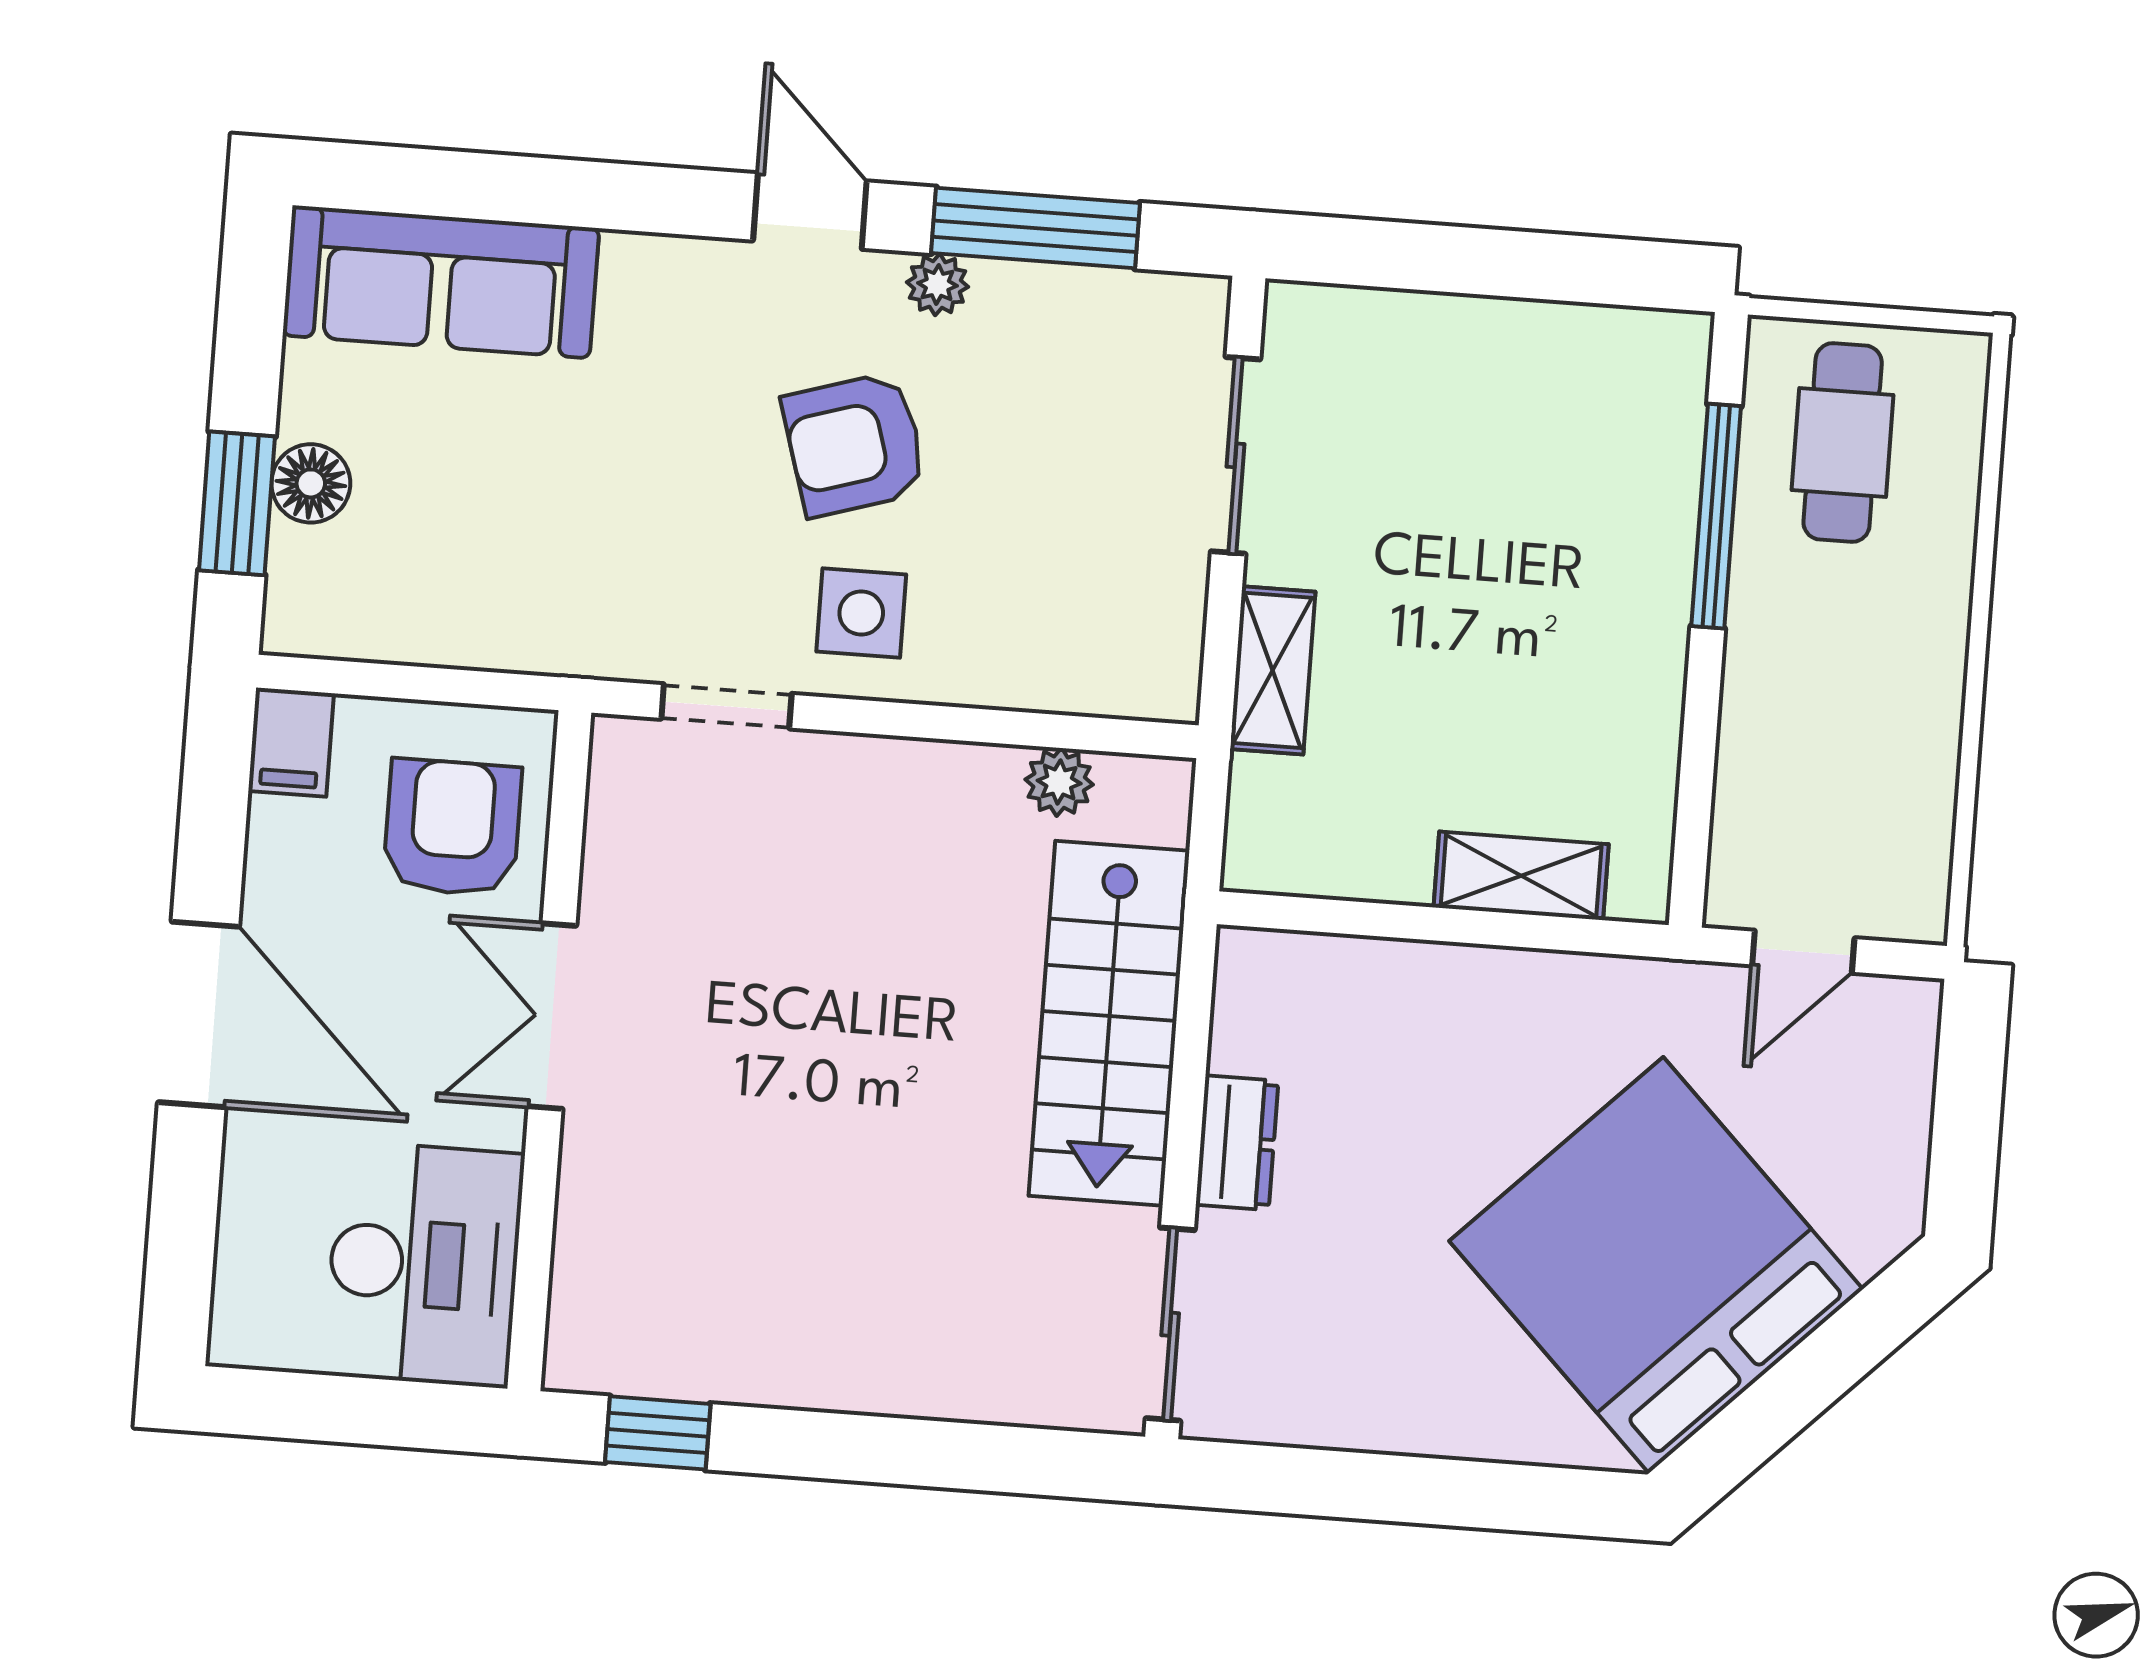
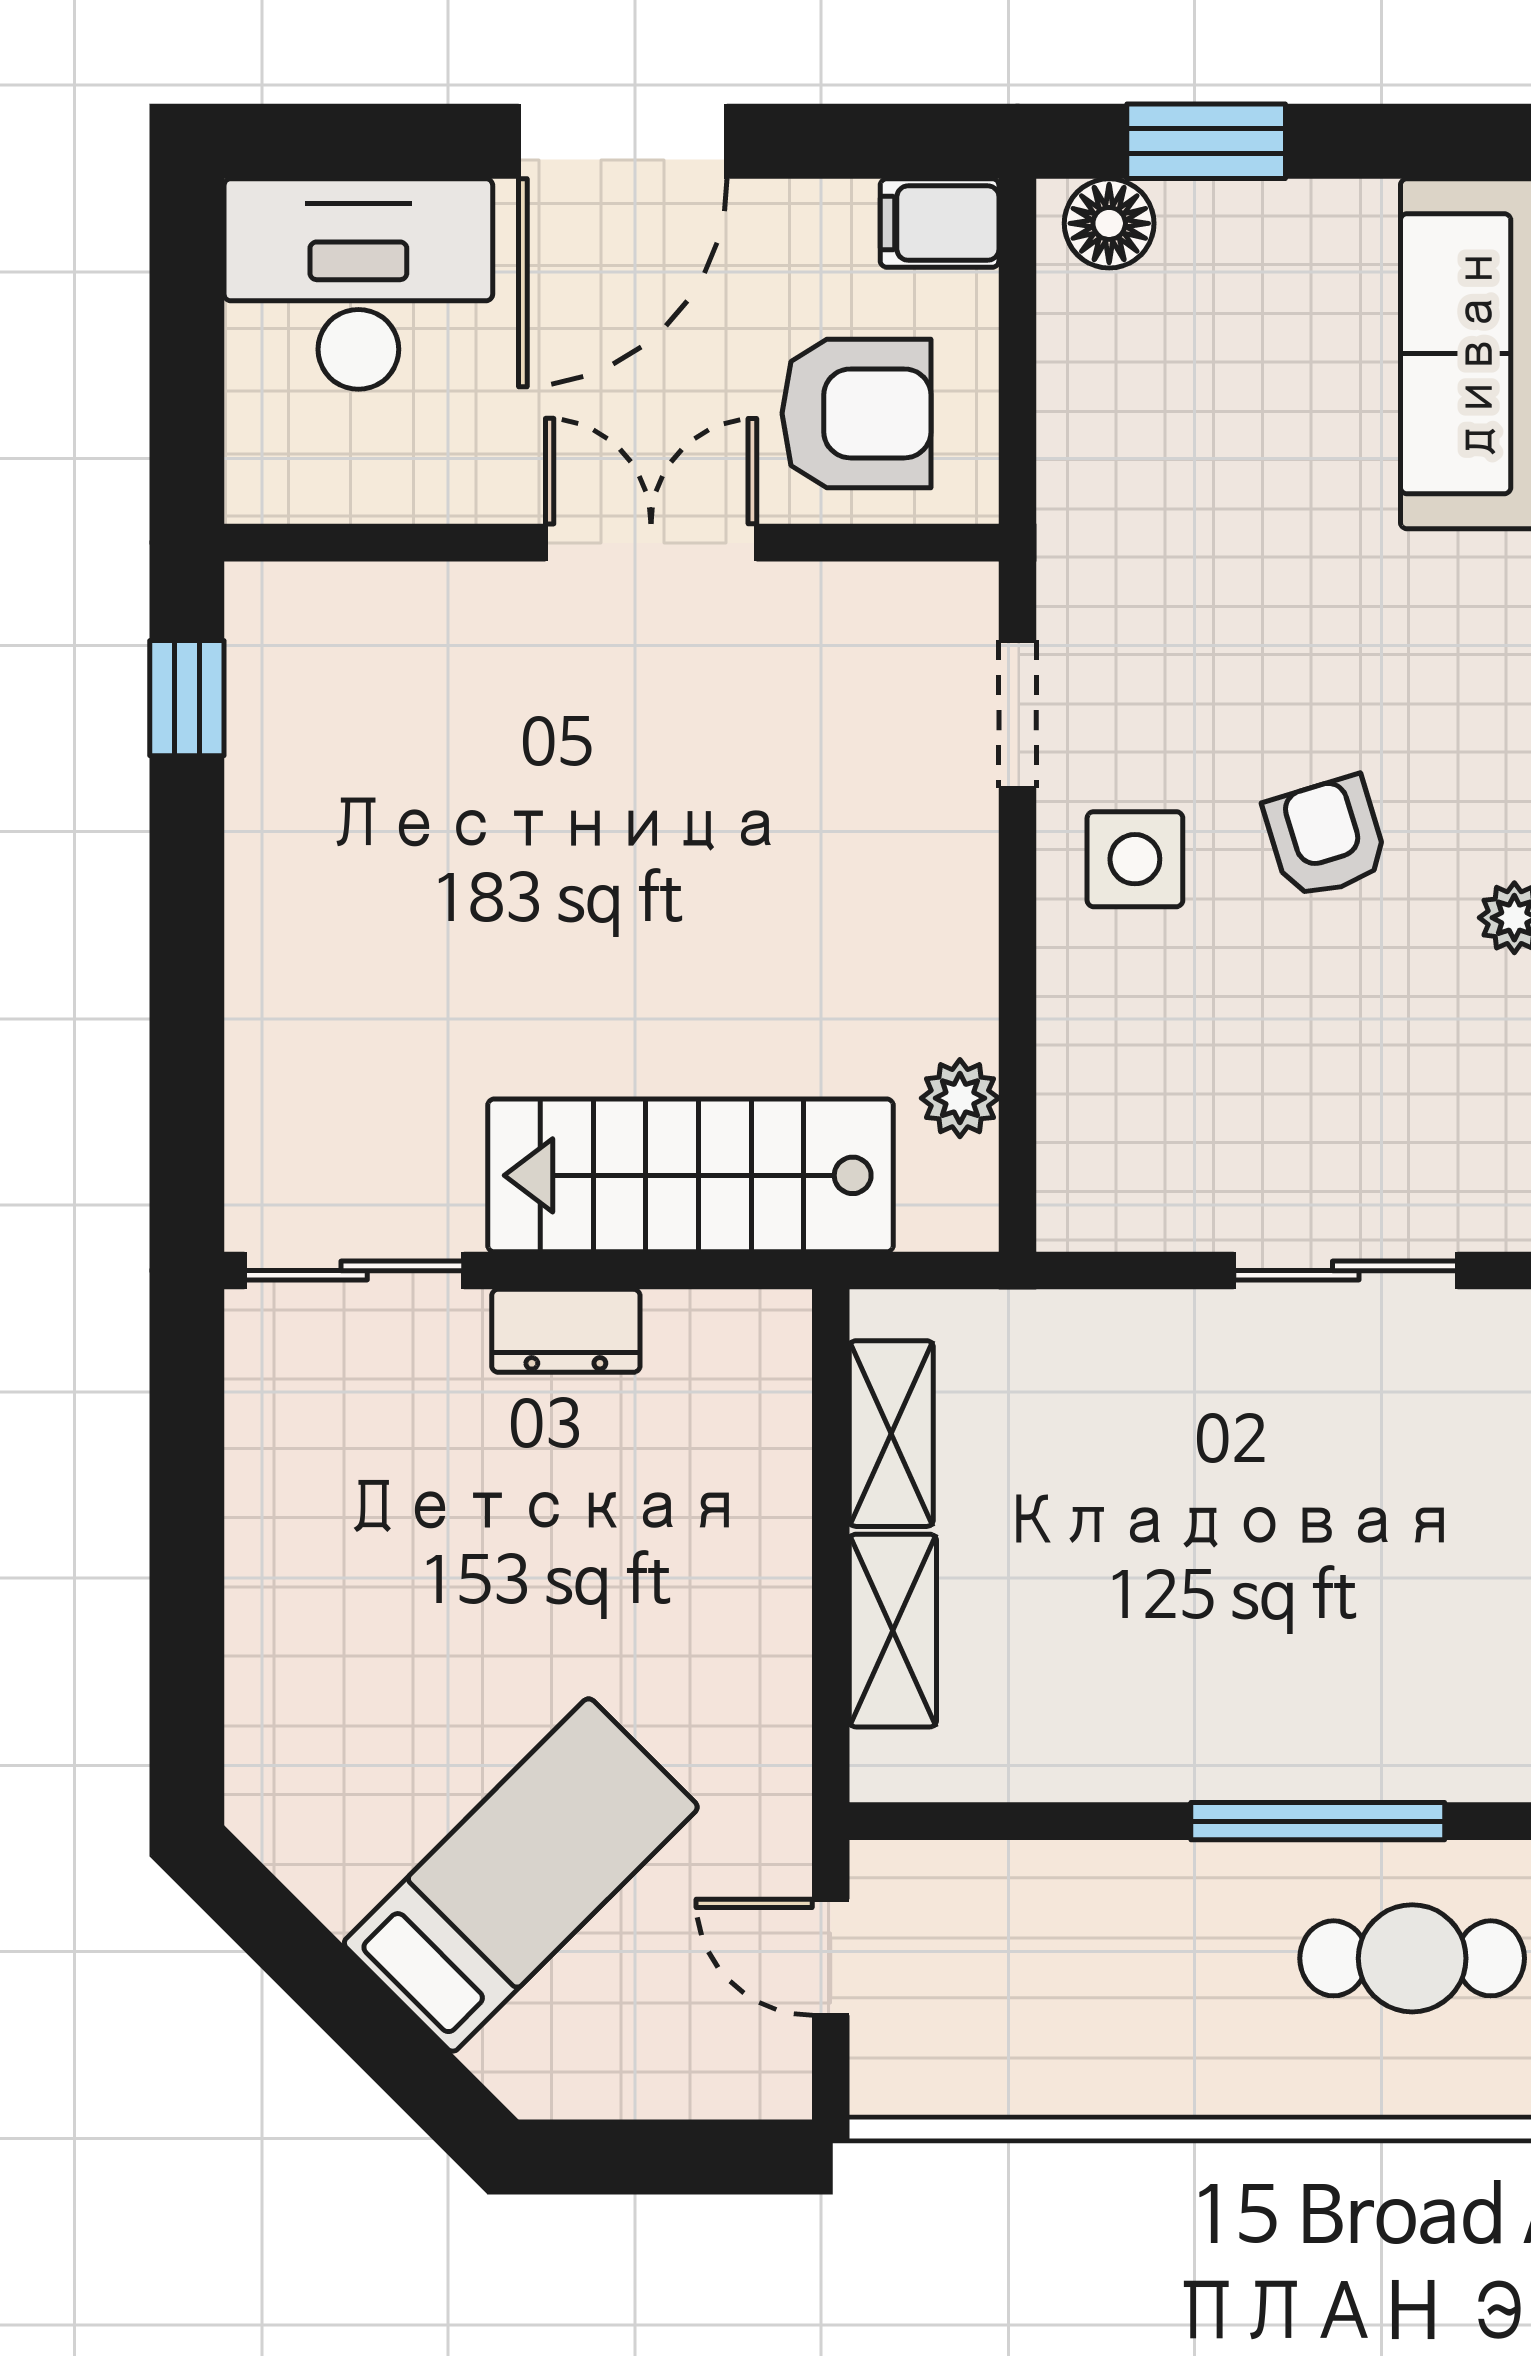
armchair: (855, 444) -> (1326, 837), width x0.72, depth x0.72
floor lamp: (311, 483) -> (1109, 223), moved
shelving: (1273, 670) -> (891, 1434), moved, turned 90
desk: (424, 1264) -> (358, 284), moved, turned 180
bed: (1656, 1265) -> (521, 1875), width x0.49

